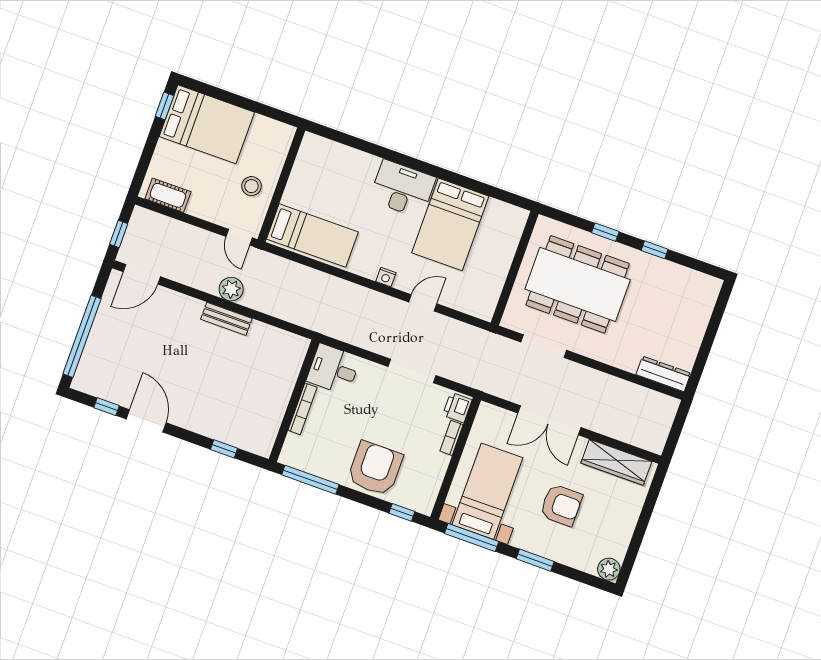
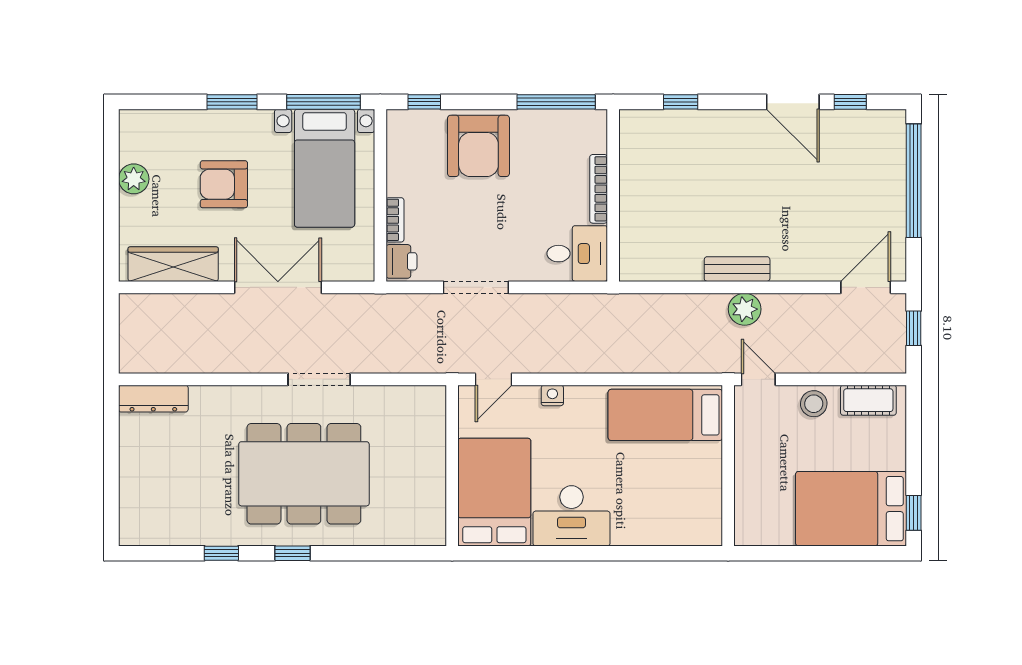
stool: (251, 186) -> (814, 404), moved
wall: (515, 268) -> (452, 466), moved
plant: (609, 569) -> (134, 179), moved

